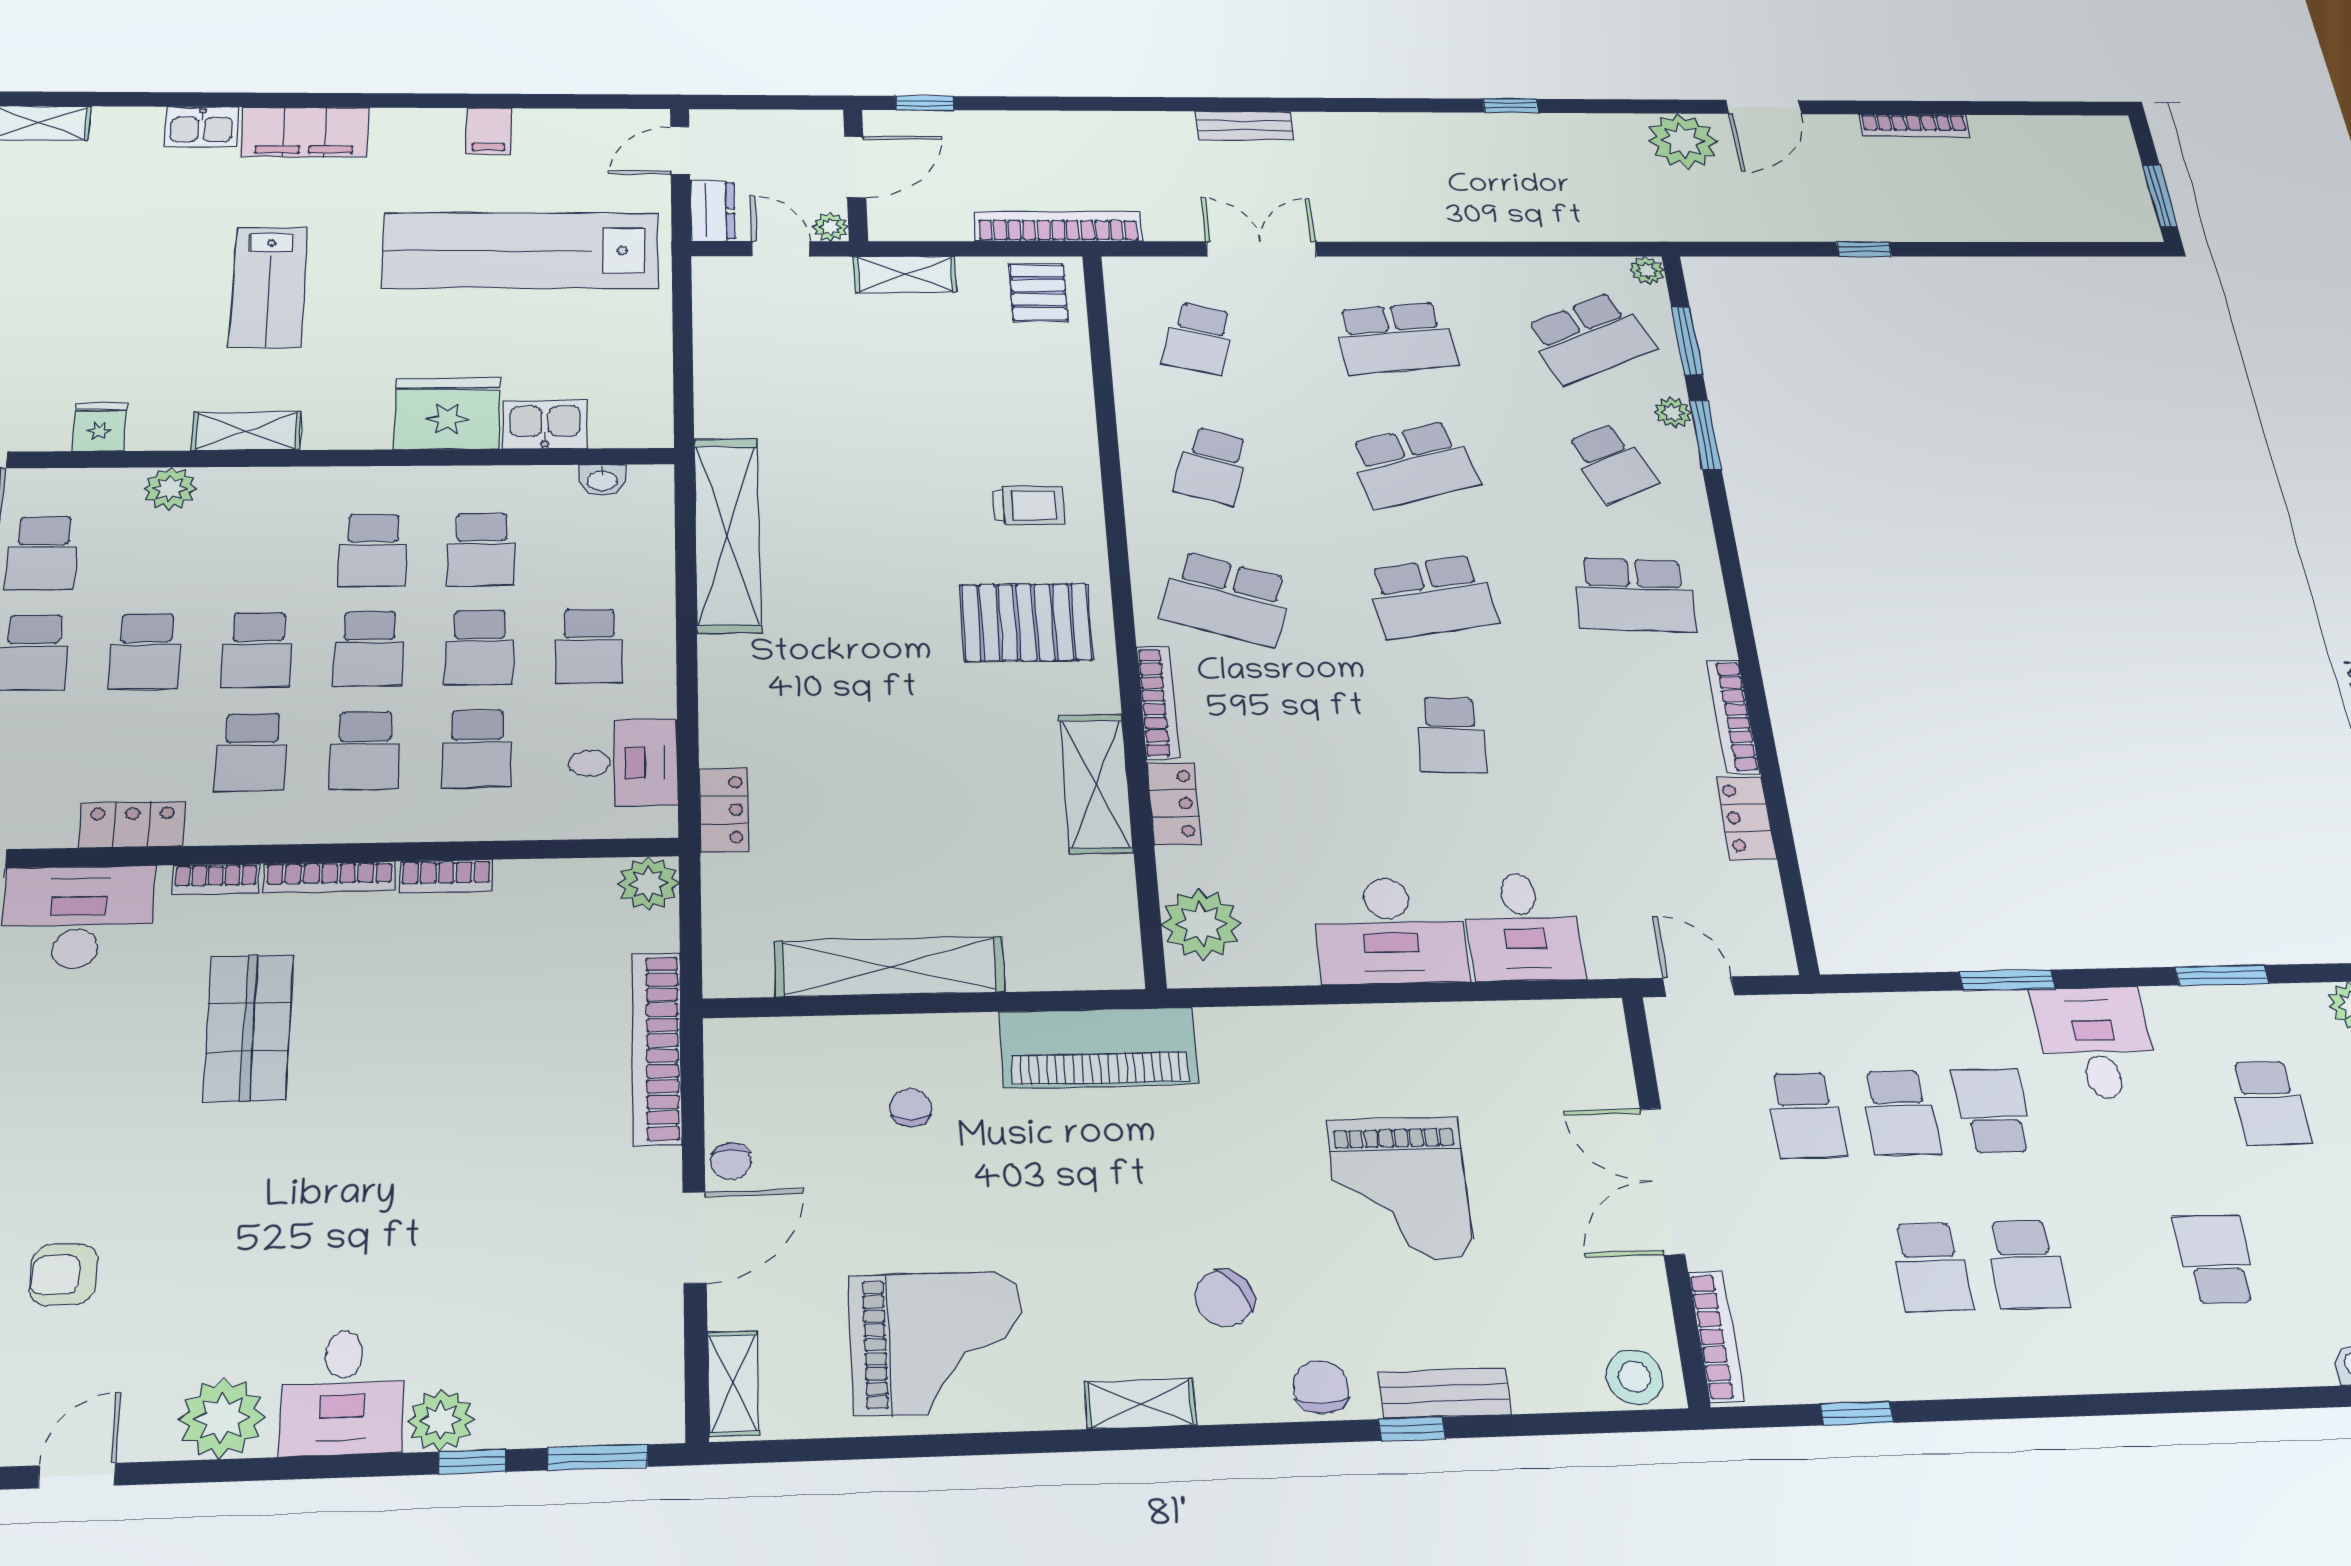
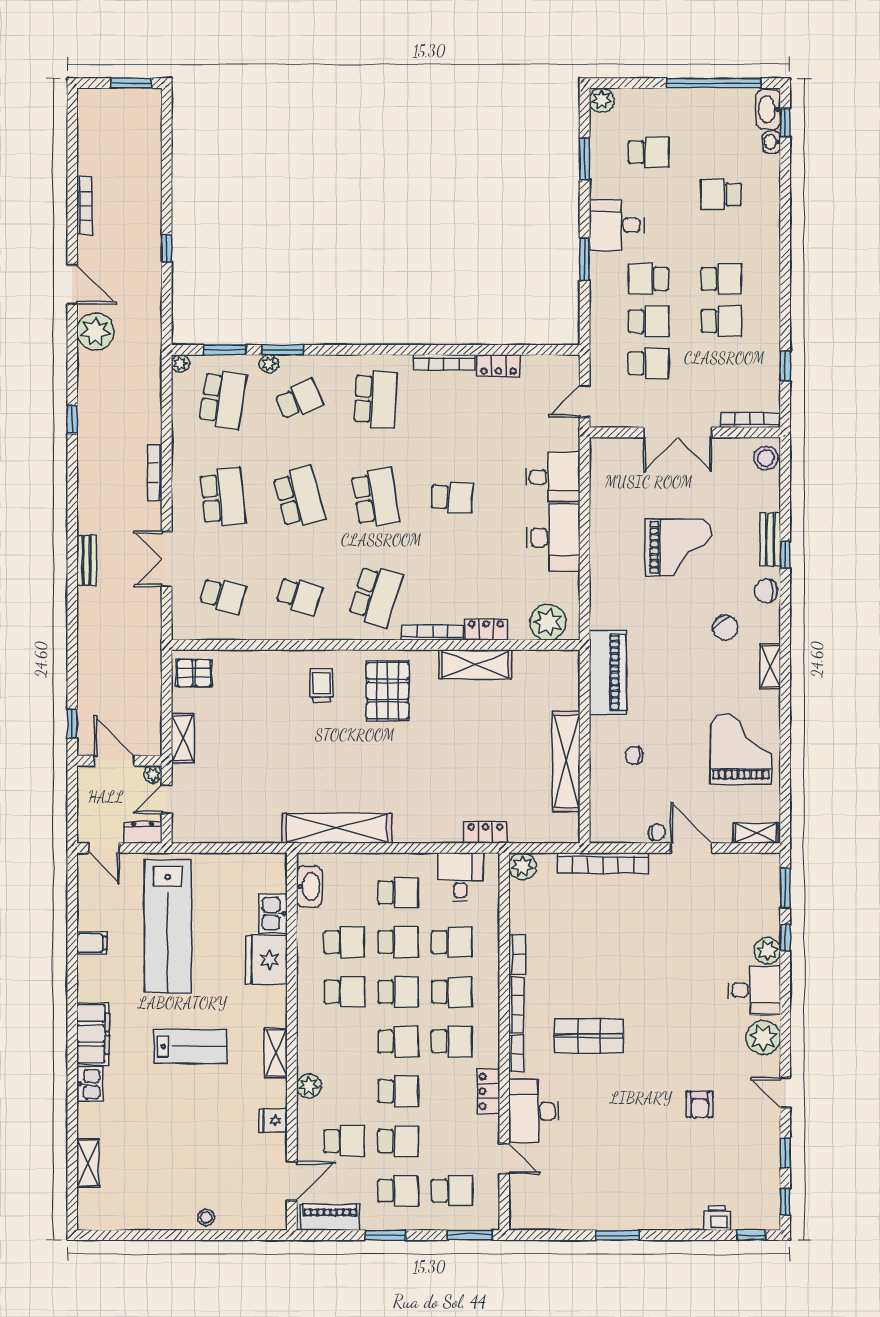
bookcase: (1058, 226) -> (155, 473), moved, width x0.68, depth x0.76
school desk: (1589, 338) -> (223, 399), turned 33
washbasin: (602, 480) -> (309, 887), width x1.91, depth x1.45

